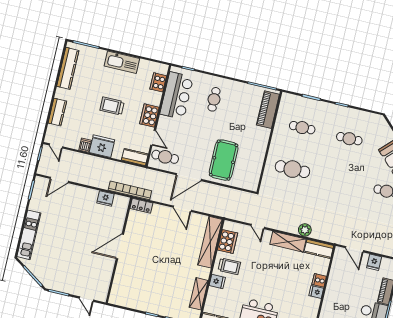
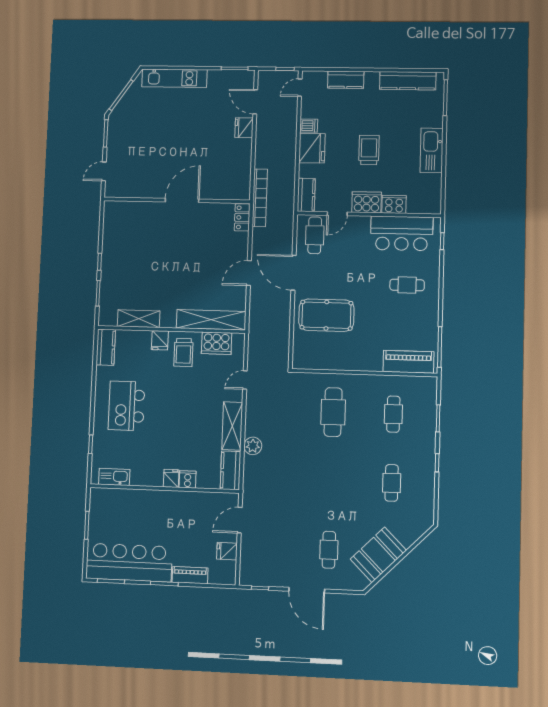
cooker: (158, 82) -> (394, 204), moved
fridge: (105, 198) -> (244, 128), moved
door: (120, 246) -> (182, 200), hinge flipped

